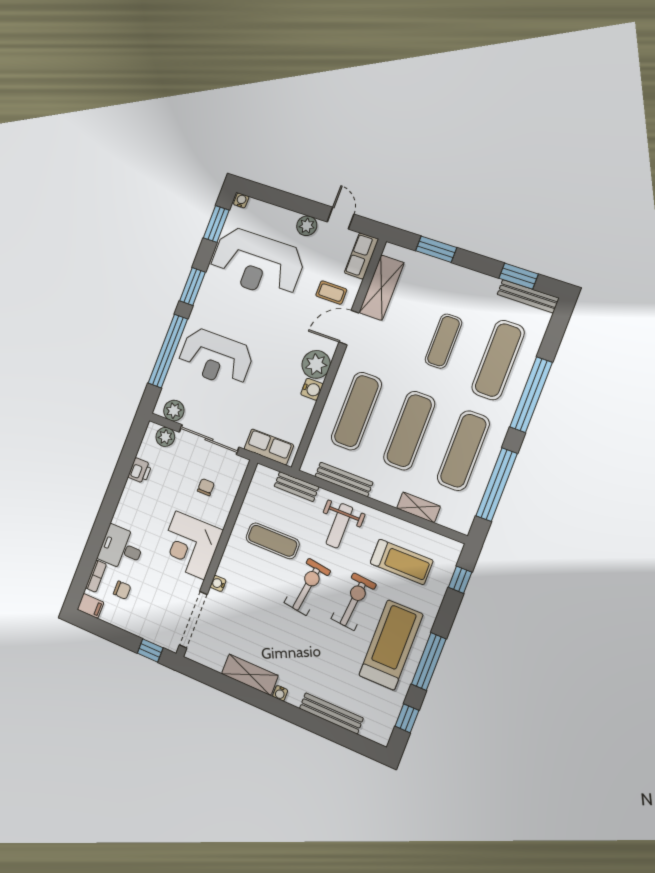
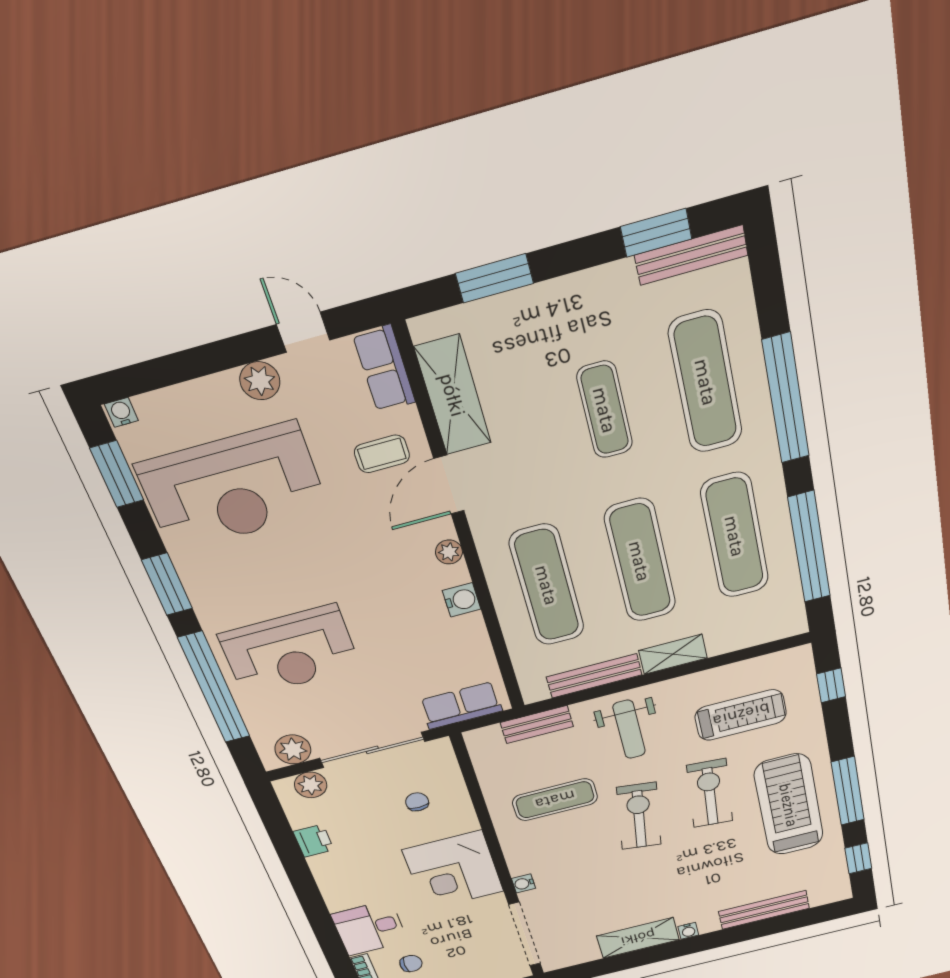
plant: (316, 364) -> (449, 552), width x0.53, depth x0.53
shelving: (418, 507) -> (673, 654), moved

